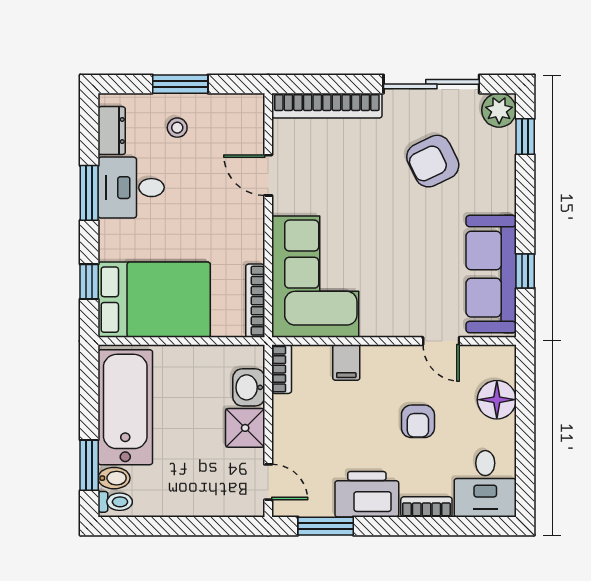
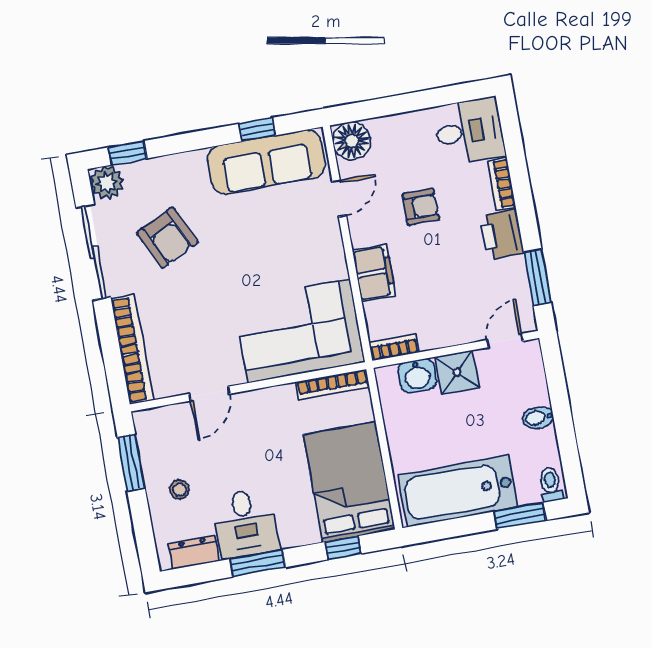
window: (180, 84) -> (131, 463), moved
filing cabinet: (346, 363) -> (374, 273), width x2.00
floor lamp: (497, 400) -> (352, 141), moved
bidet: (114, 478) -> (538, 418), moved, turned -90
printer: (367, 494) -> (502, 234), width x0.73, depth x0.84

